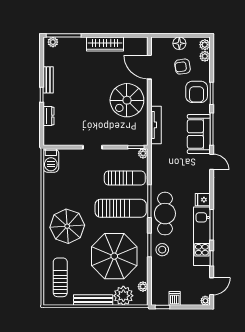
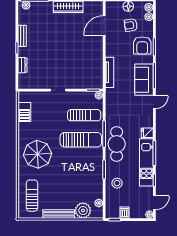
door: (149, 67) -> (104, 26), hinge flipped
spiral stairs: (127, 100) -> (86, 52), removed
barbecue: (51, 161) -> (24, 112), moved
door: (212, 162) -> (154, 102), hinge flipped
stool: (162, 250) -> (117, 183), moved
parasol: (114, 256) -> (76, 178), removed

